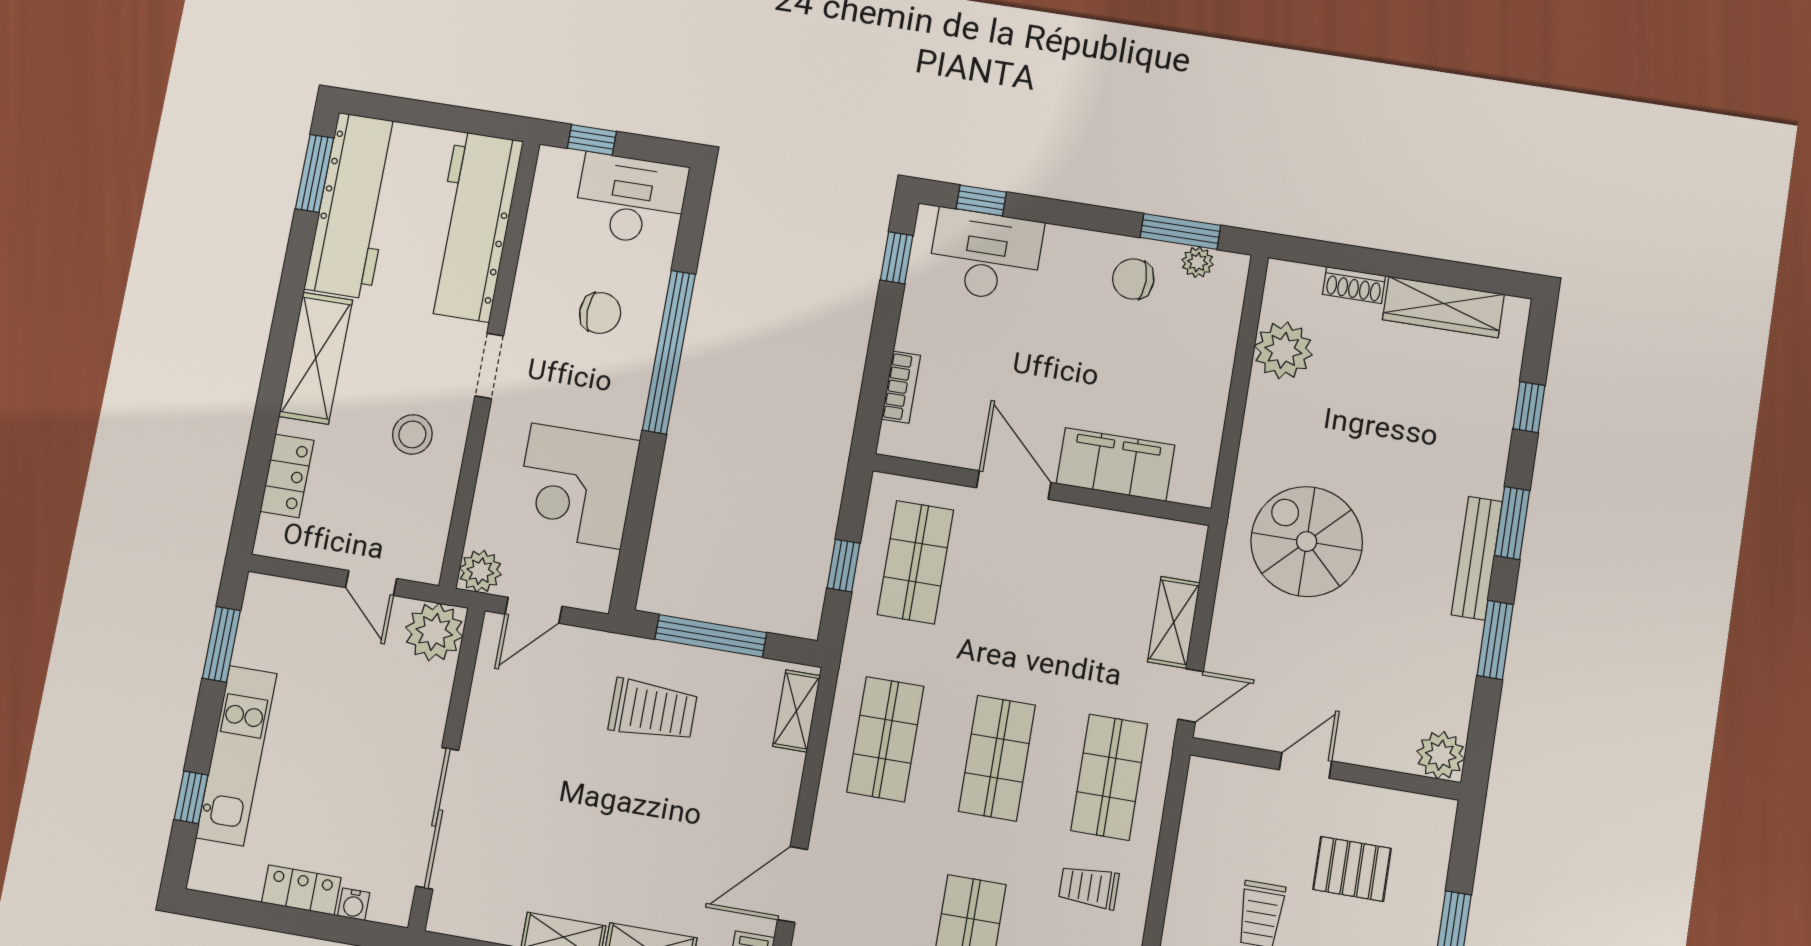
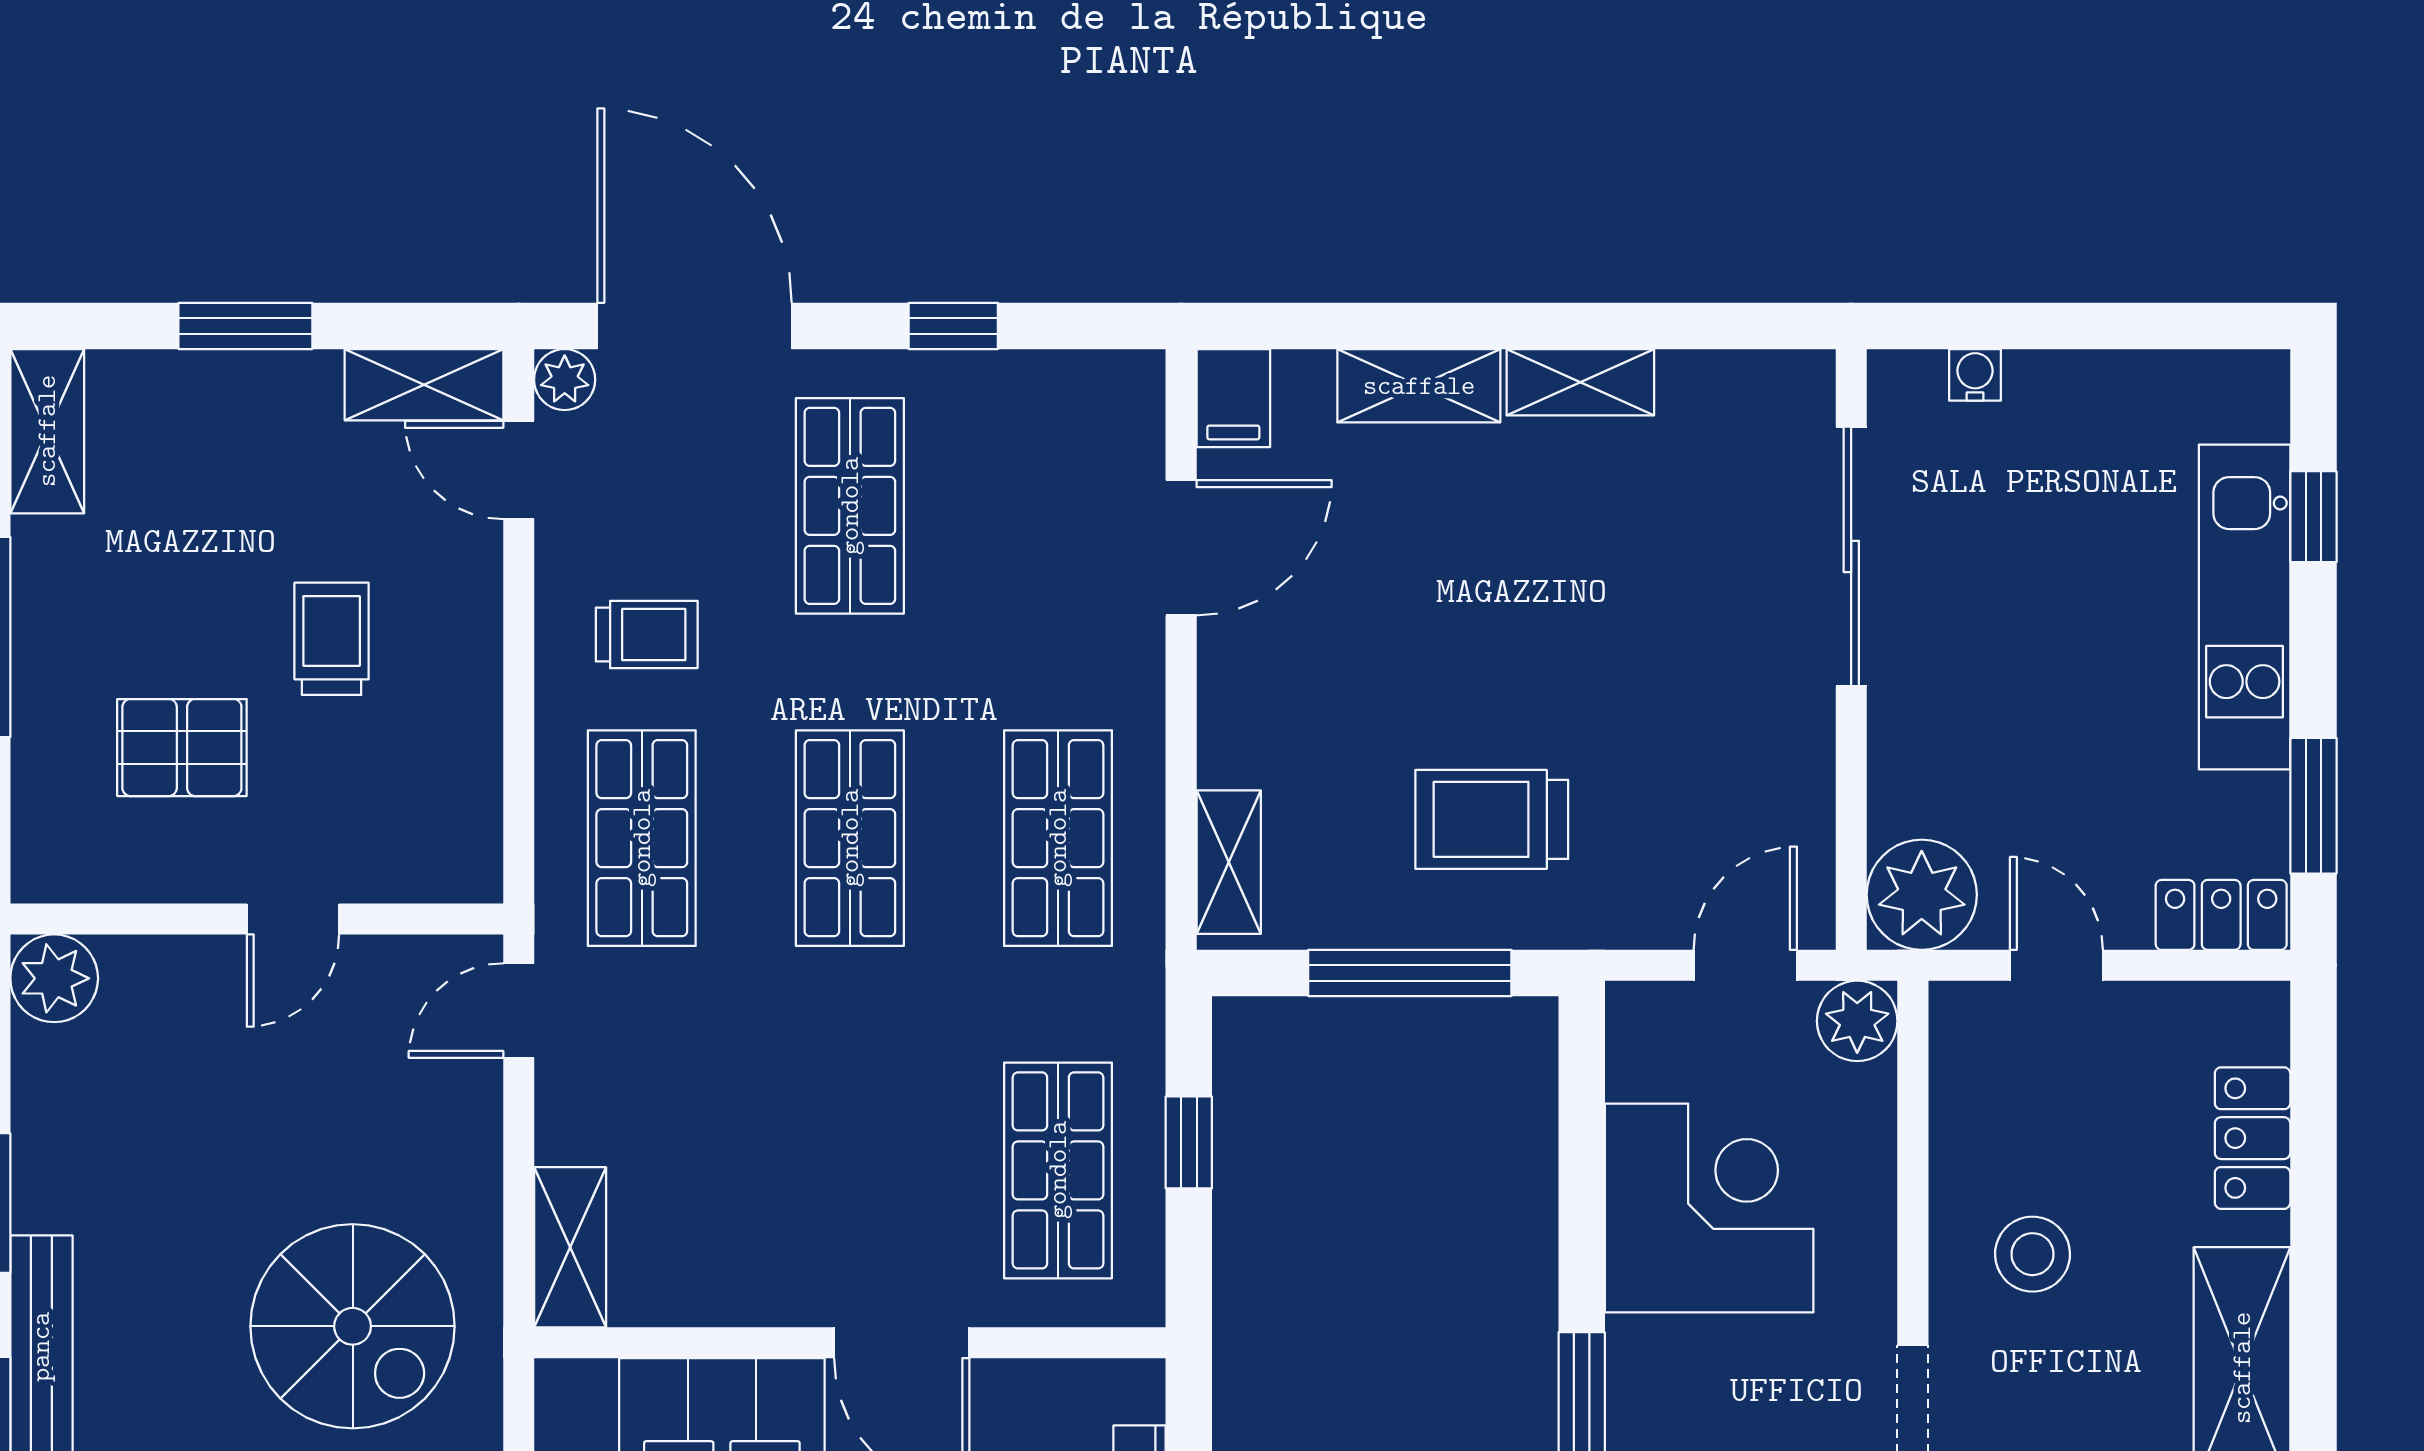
shelving: (1174, 622) -> (570, 1247), moved
locker: (301, 890) -> (2221, 915), moved, turned 180

